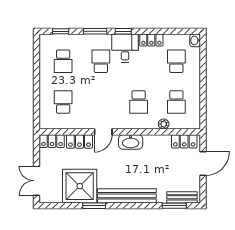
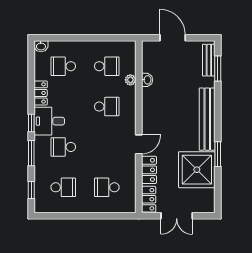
door: (103, 132) -> (139, 144), hinge flipped
locker: (184, 141) -> (149, 58), removed
washbasin: (131, 142) -> (147, 80), moved, width x0.52, depth x0.69
double door: (37, 181) -> (177, 216), moved

